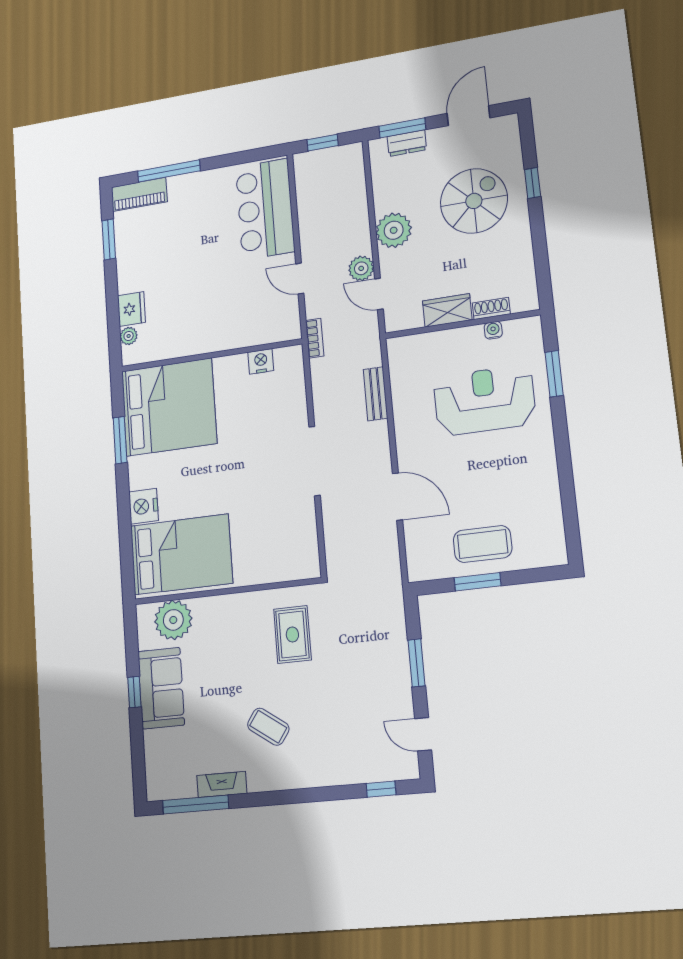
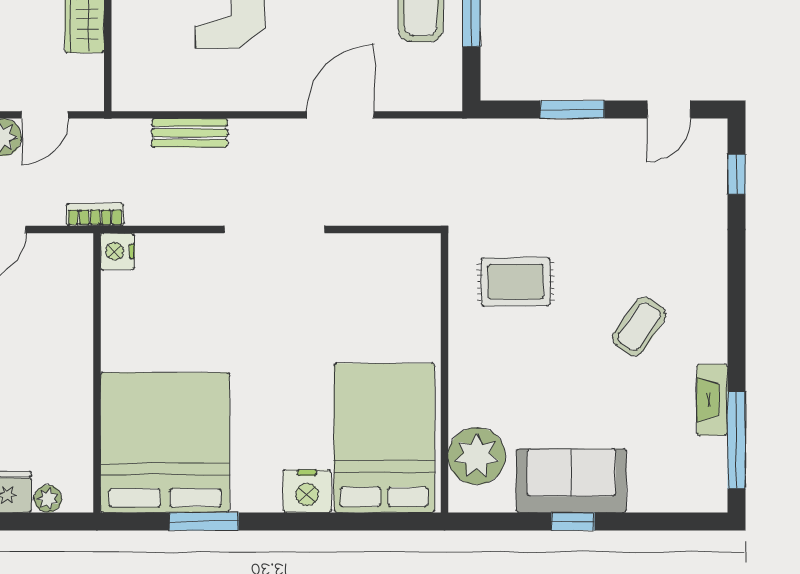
nightstand: (261, 361) -> (117, 251), moved

